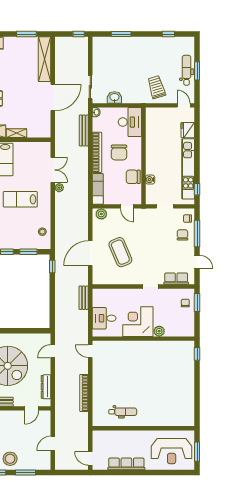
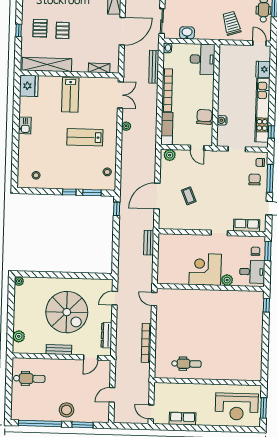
shelving: (17, 133) -> (99, 68), moved
chair: (119, 153) -> (190, 91), removed
double door: (53, 170) -> (120, 95), moved
chair: (133, 177) -> (204, 117), turned 92
coffee table: (120, 252) -> (189, 196), width x0.54, depth x0.58
desk: (104, 318) -> (252, 272), moved, turned 180
row of seats: (126, 464) -> (182, 419), width x0.68

